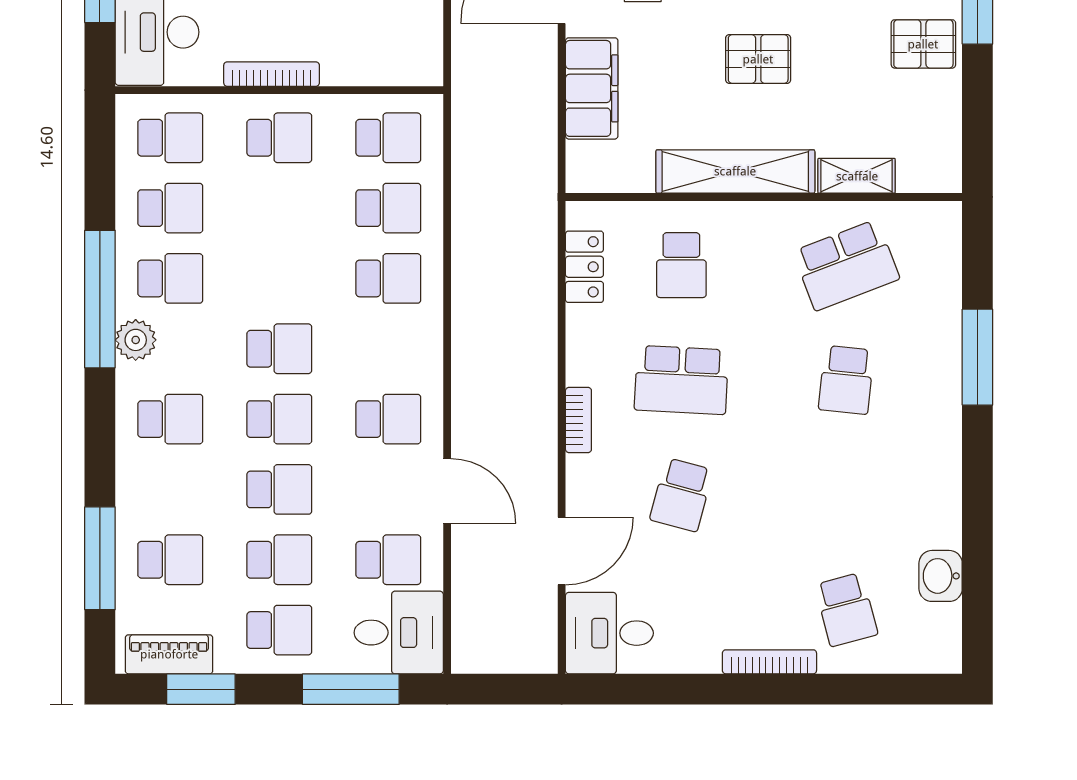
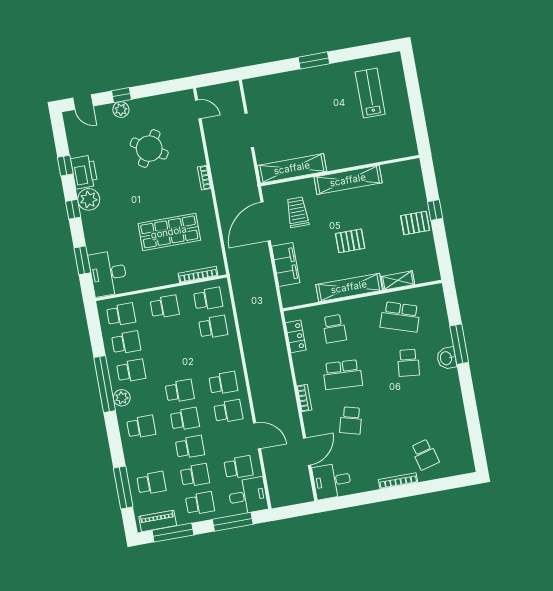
bookcase: (272, 74) -> (198, 274), moved
school desk: (846, 265) -> (400, 317), turned 39
school desk: (388, 278) -> (223, 383), moved
washbasin: (941, 576) -> (446, 358), moved
window: (201, 689) -> (173, 533), width x1.44

